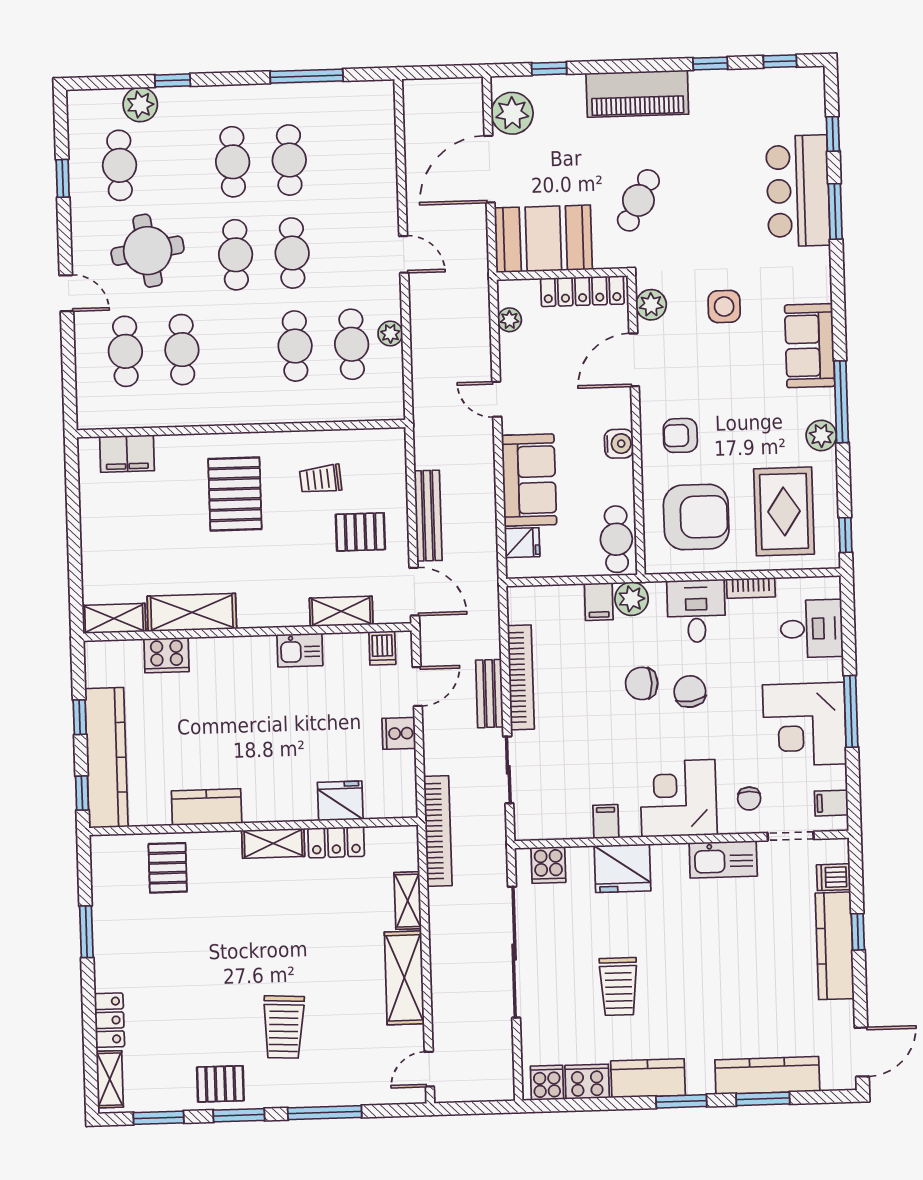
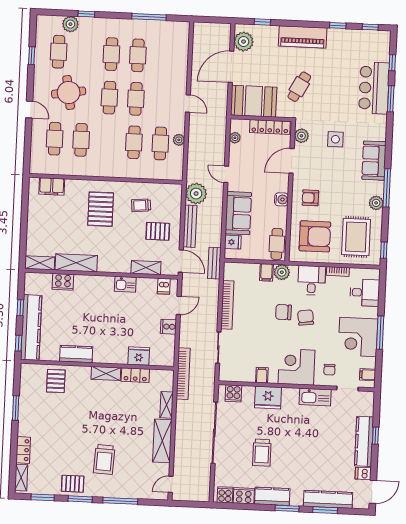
plant: (436, 445) -> (196, 194), added
bench: (490, 694) -> (214, 263), moved
dishwasher: (834, 877) -> (363, 473), moved

